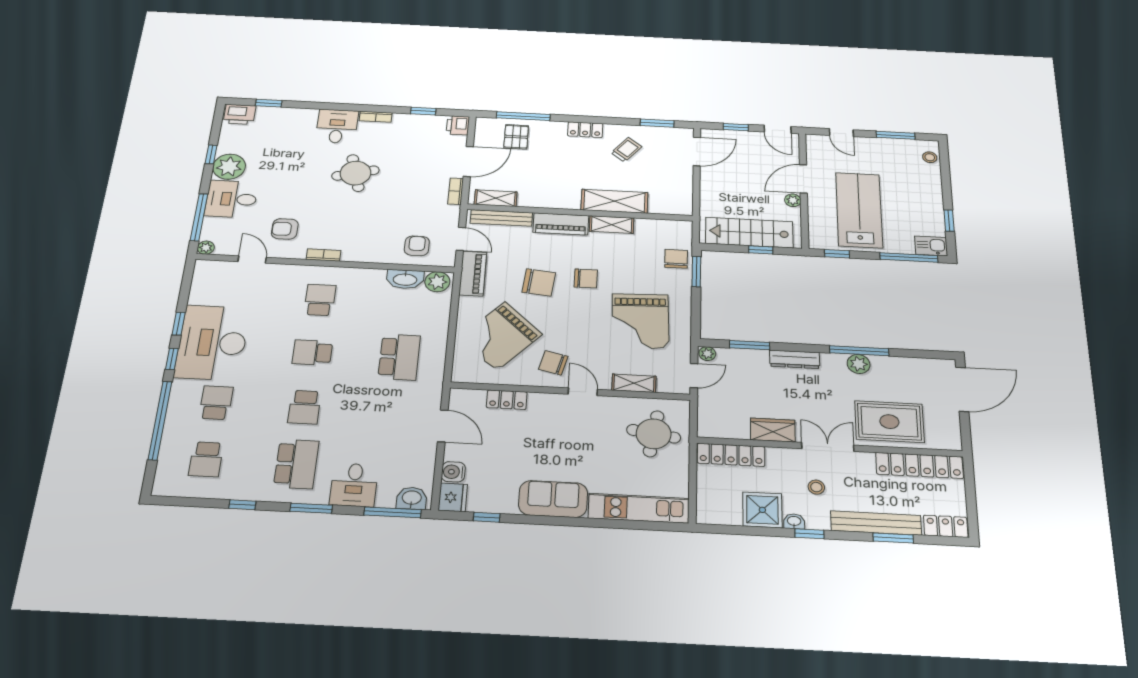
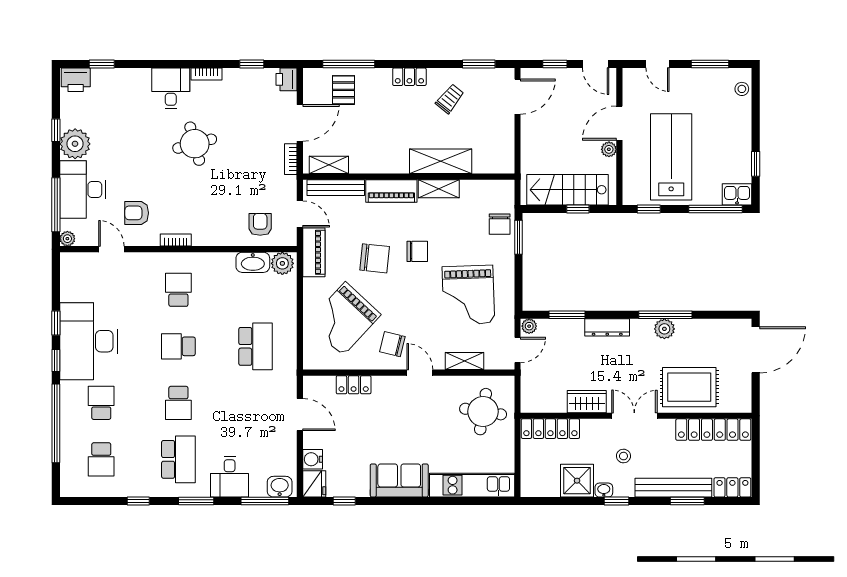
desk: (231, 199) -> (83, 189), width x1.37
chair: (676, 259) -> (500, 224), turned 180

